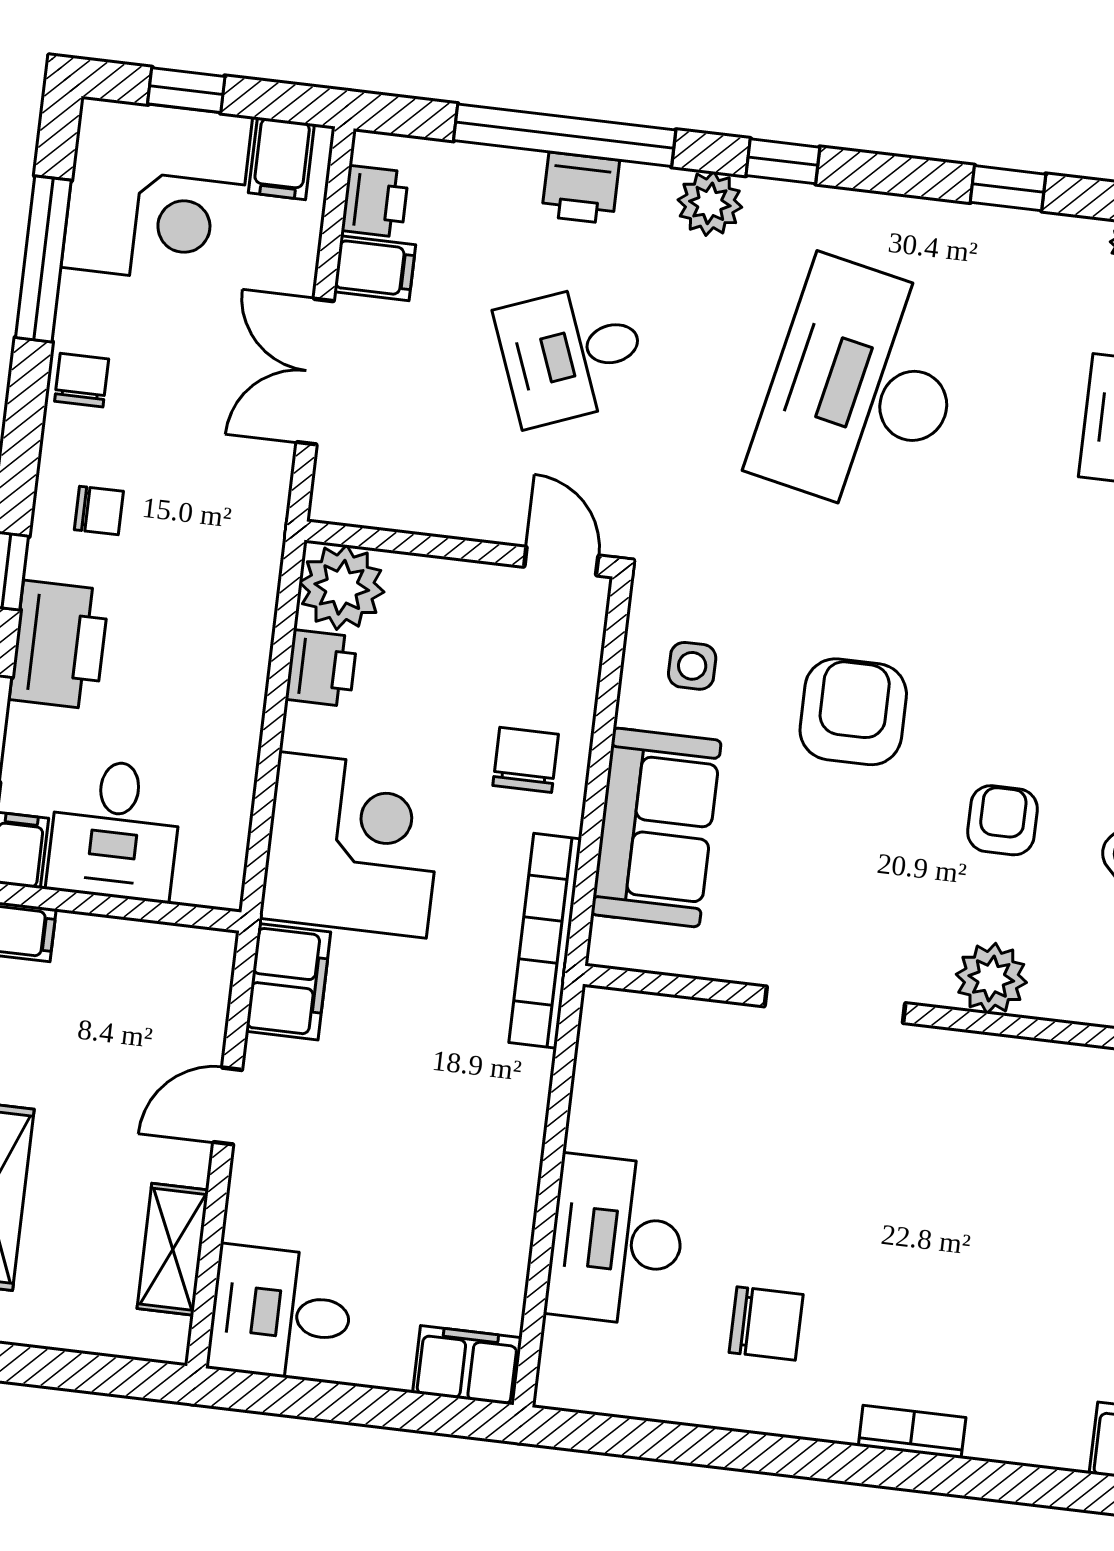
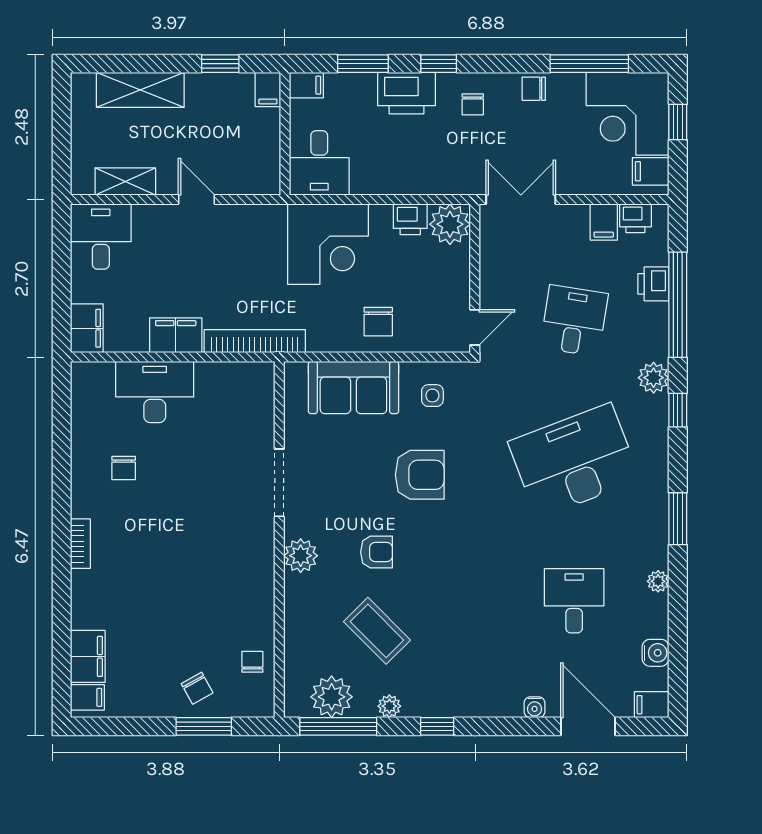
printer: (581, 188) -> (653, 284), moved
window: (1008, 188) -> (678, 519), width x1.50
desk: (572, 354) -> (574, 321), turned 30
double door: (315, 372) -> (521, 199), moved
chair: (82, 380) -> (534, 89), turned 180
desk: (862, 388) -> (574, 461), turned -33
chair: (526, 760) -> (378, 322), turned 90
desk: (115, 830) -> (319, 163), moved, turned -90
bookcase: (545, 941) -> (255, 341), moved
filing cabinet: (288, 982) -> (176, 335), moved, turned 180
chair: (766, 1324) -> (124, 468), width x0.73, depth x0.73

